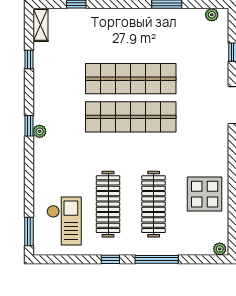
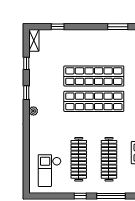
window: (29, 126) -> (26, 93), moved
checkout: (64, 221) -> (50, 171), turned 180
window: (29, 231) -> (26, 177), removed

